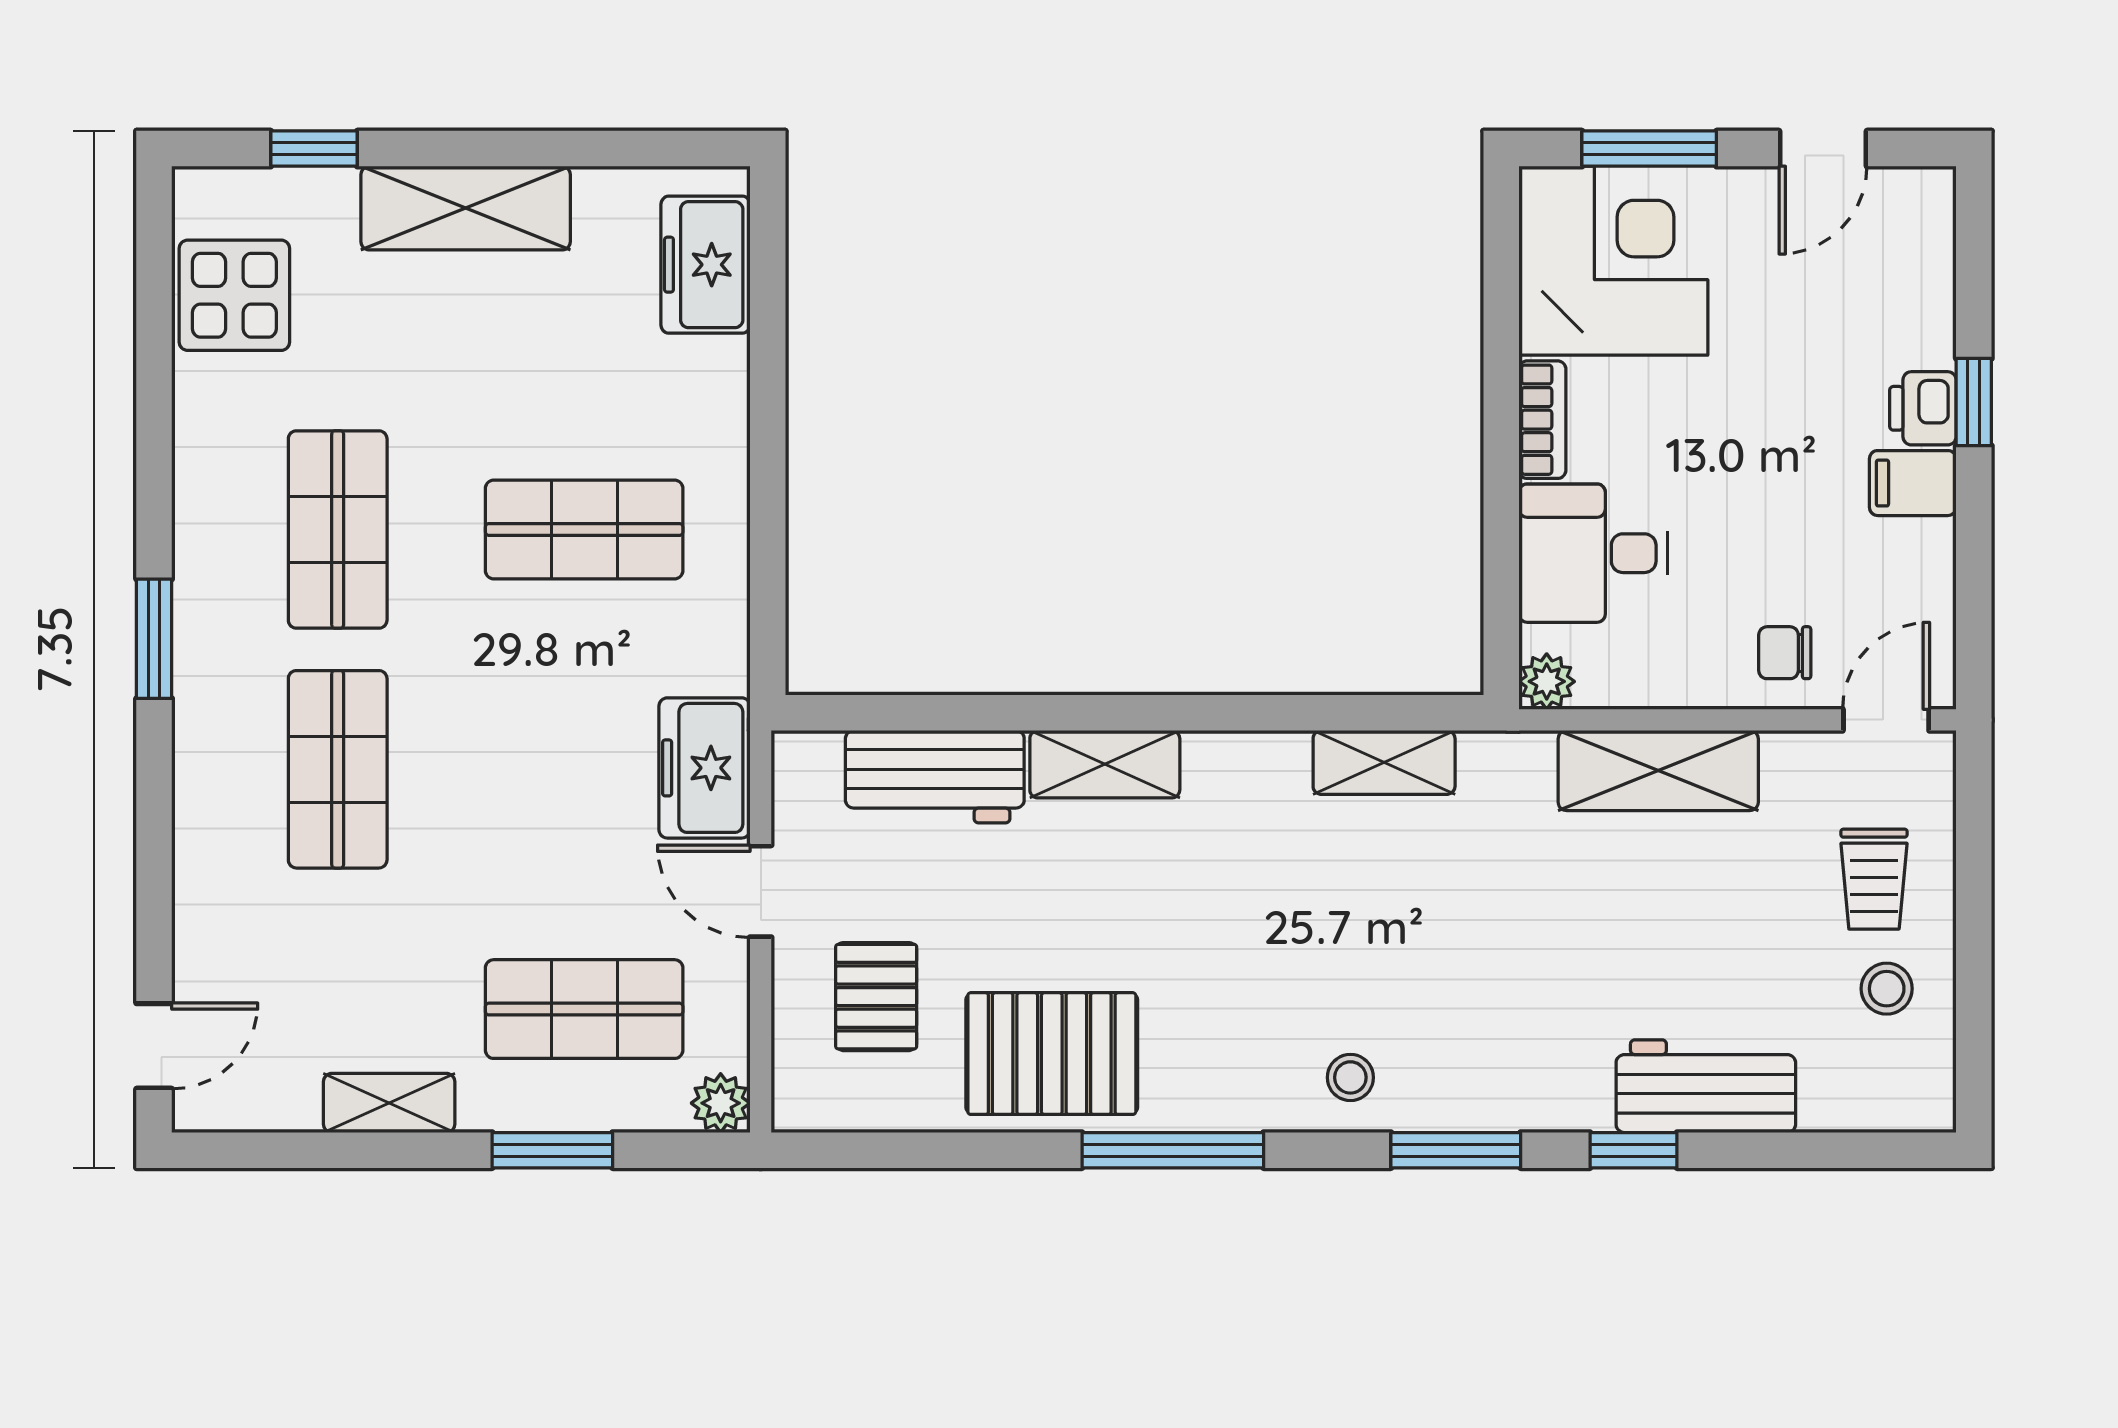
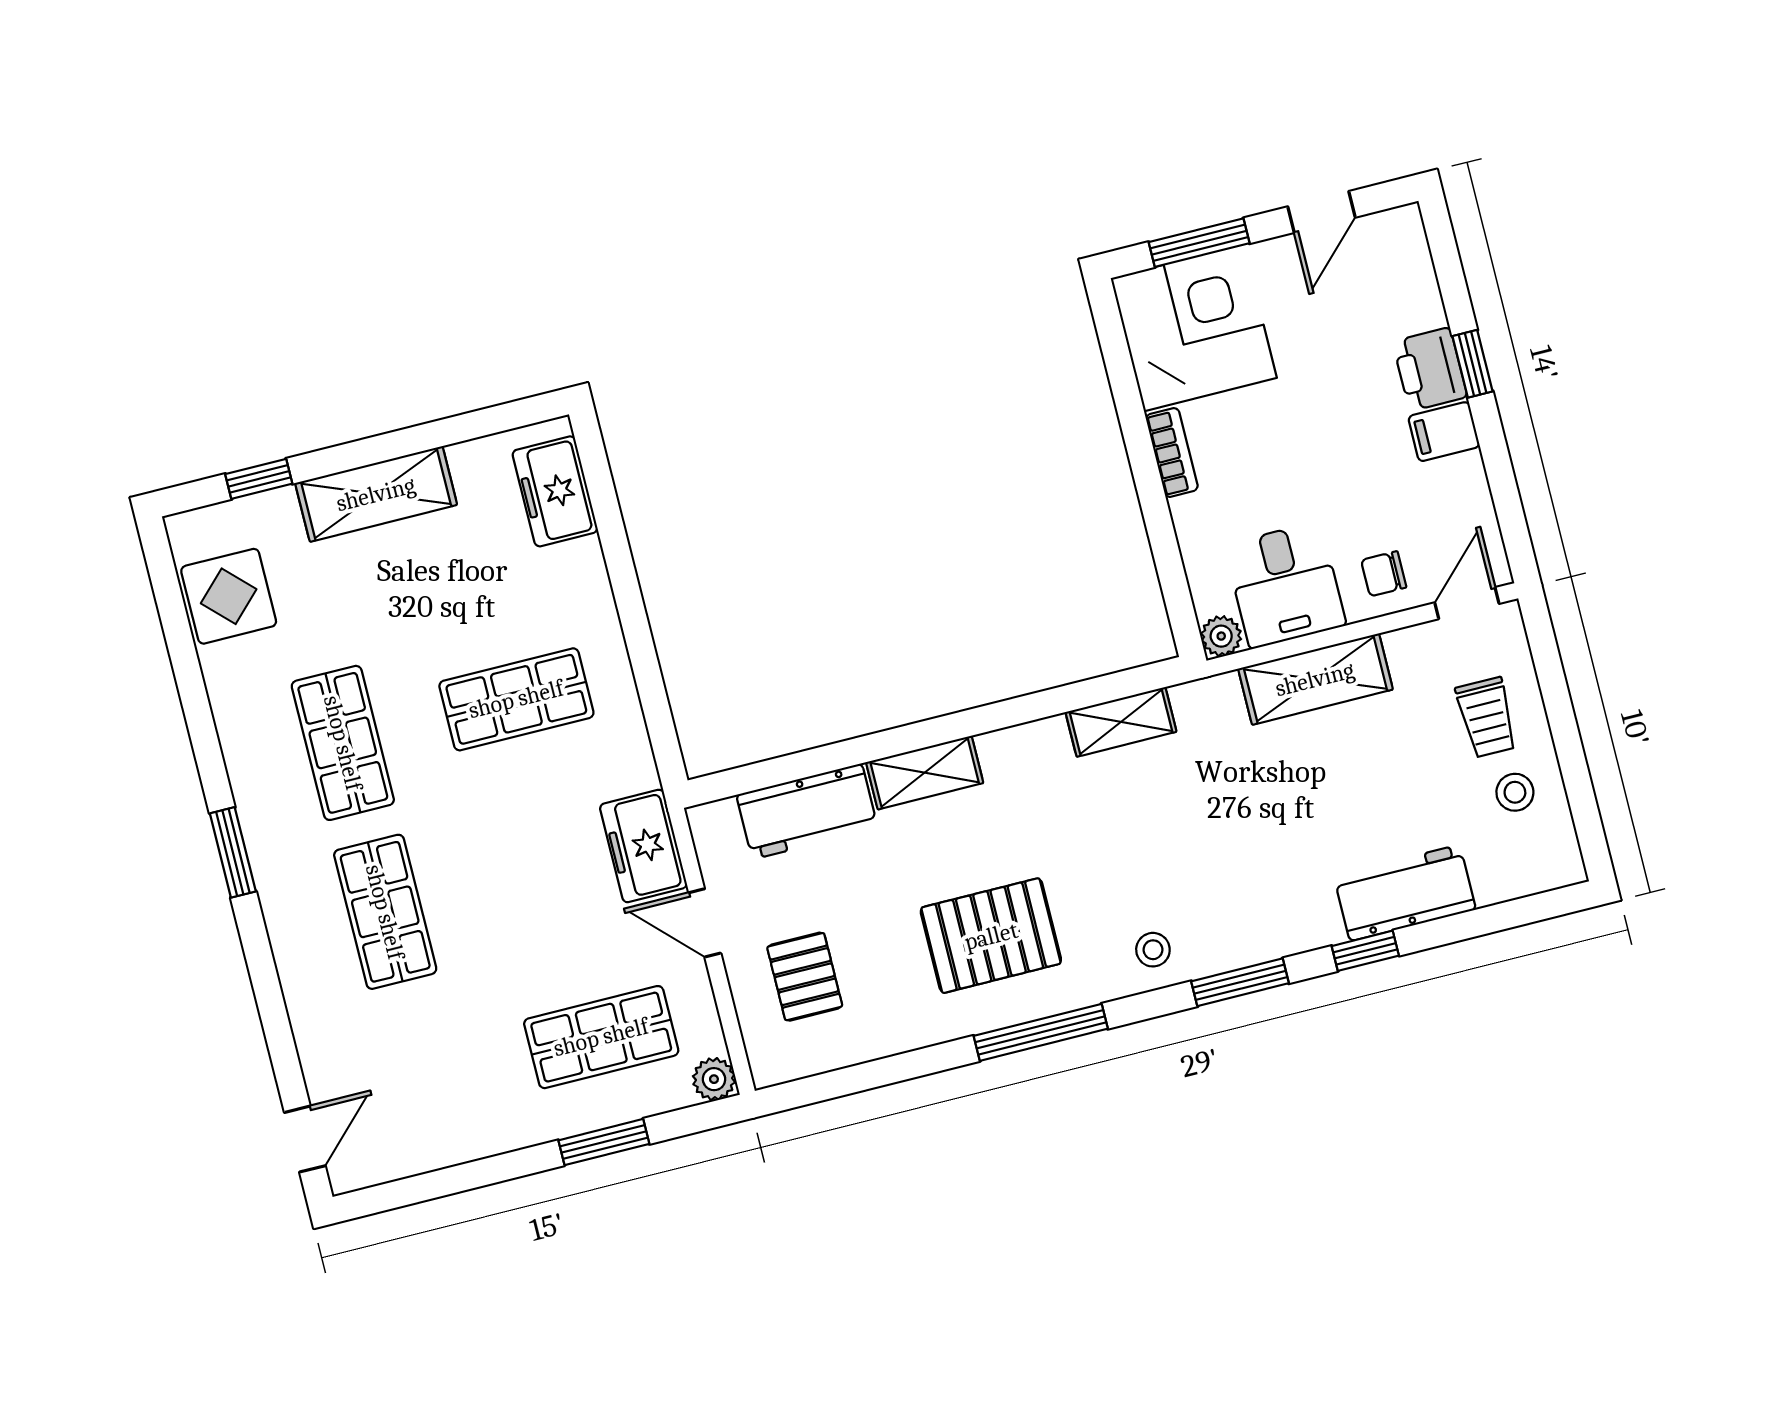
printer: (1923, 408) -> (1430, 369), width x1.36, depth x1.24
desk: (1593, 553) -> (1285, 585), moved, turned -90
pallet: (1052, 1054) -> (991, 936), moved
shelving: (389, 1103) -> (480, 1138), removed

